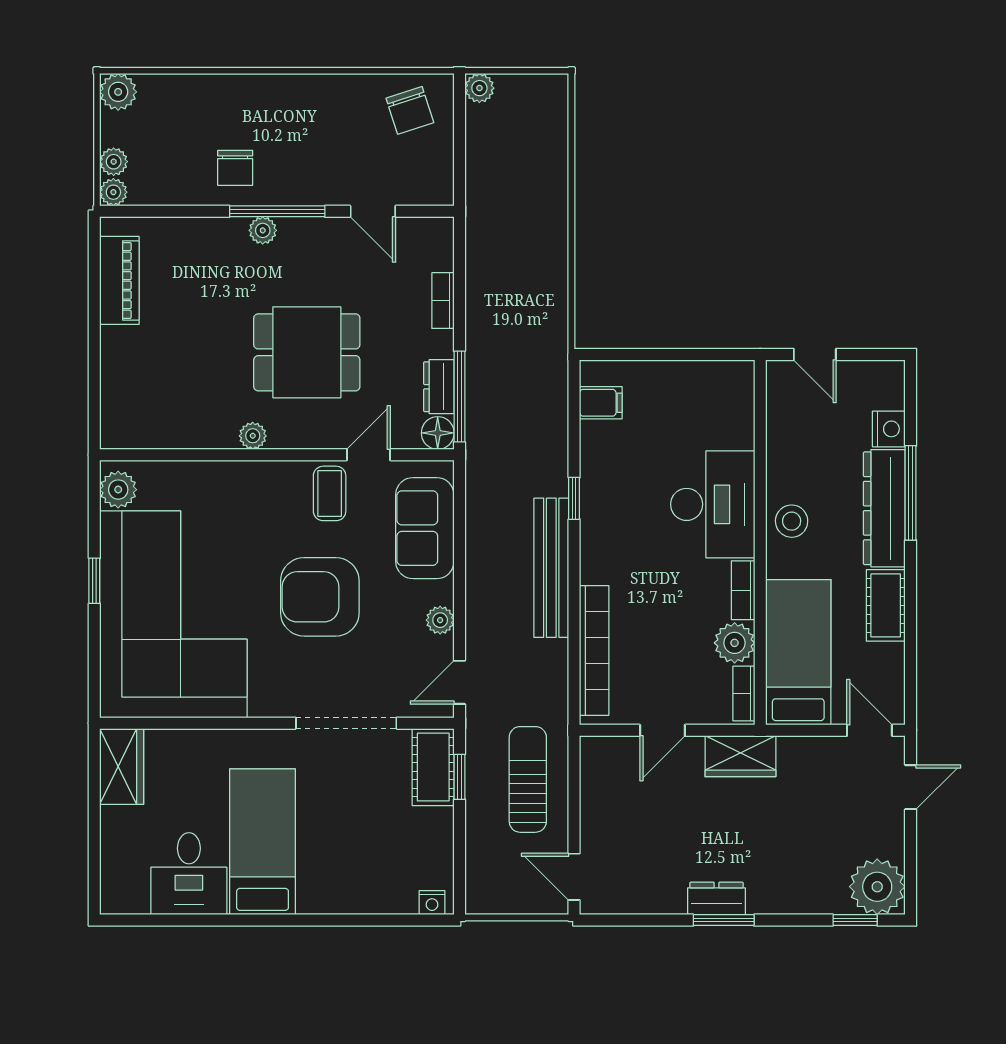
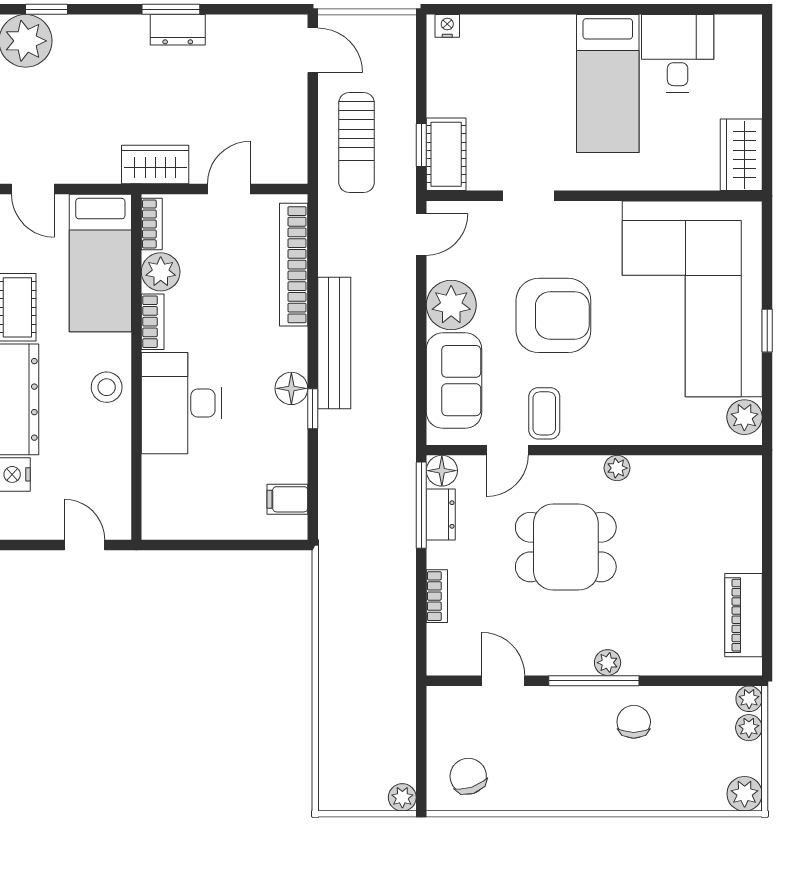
floor lamp: (597, 520) -> (291, 388), added
plant: (440, 620) -> (451, 305), width x1.88, depth x1.88
doorway: (346, 723) -> (529, 196), width x0.53

